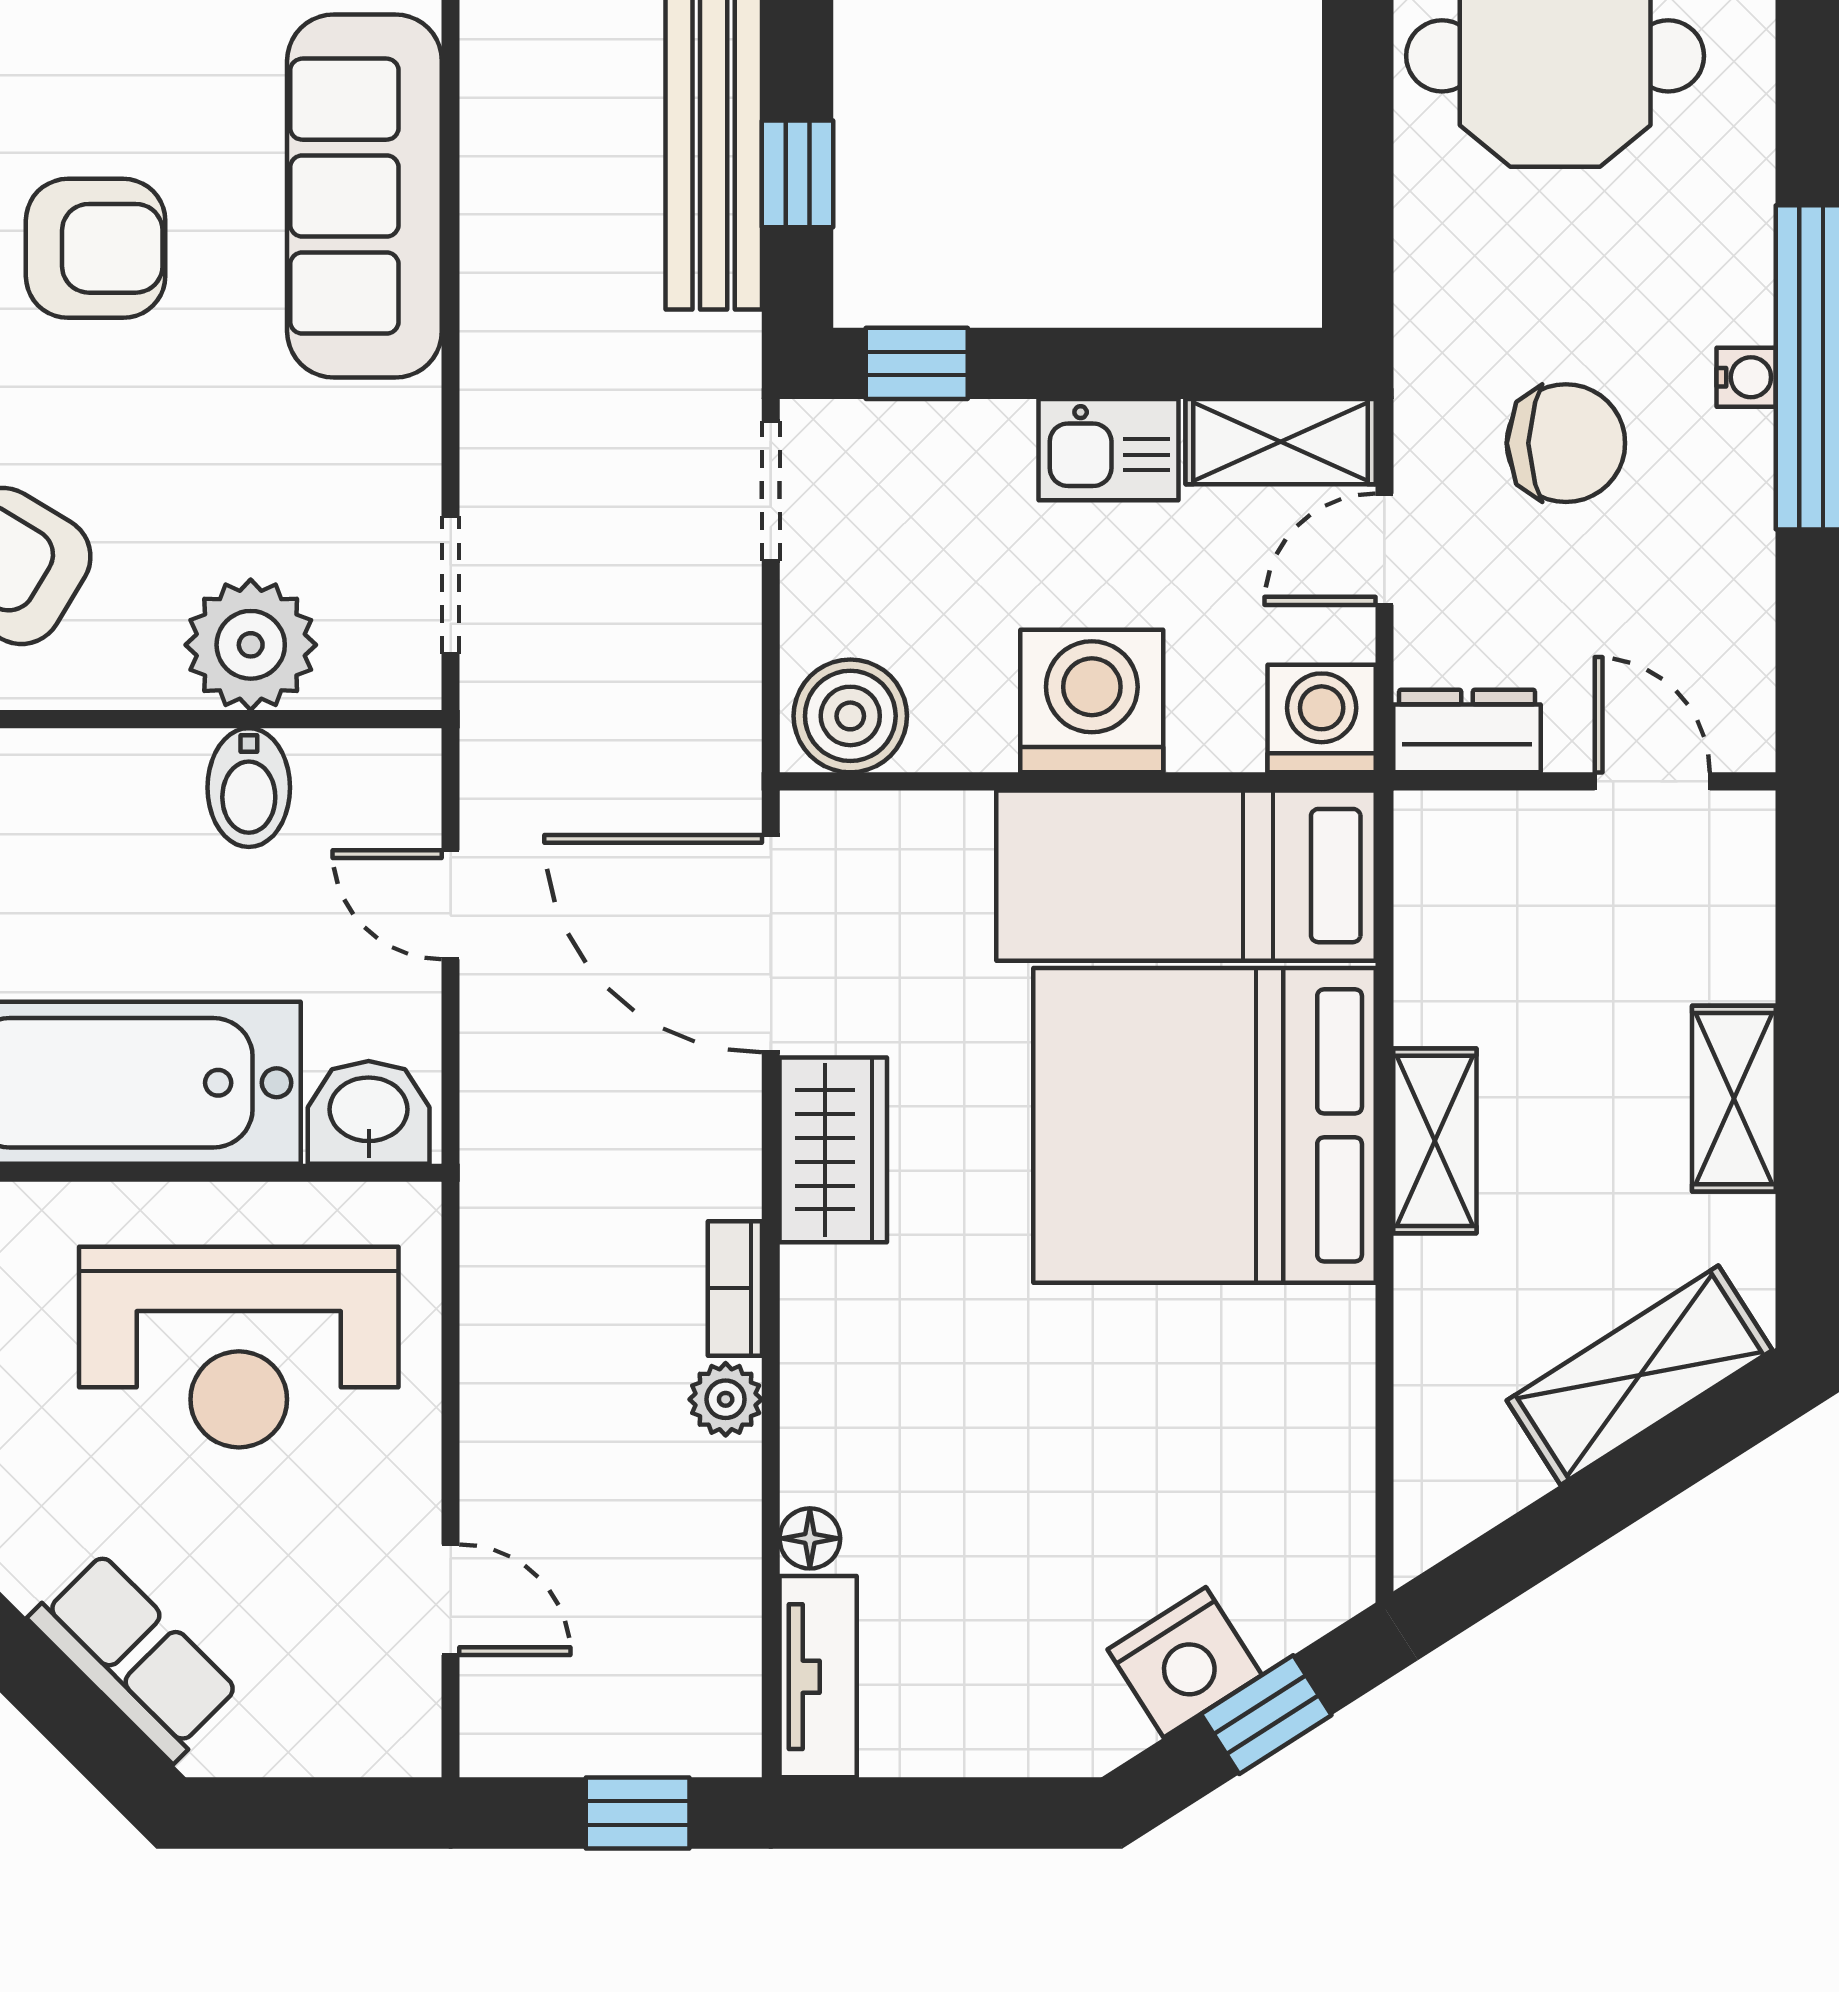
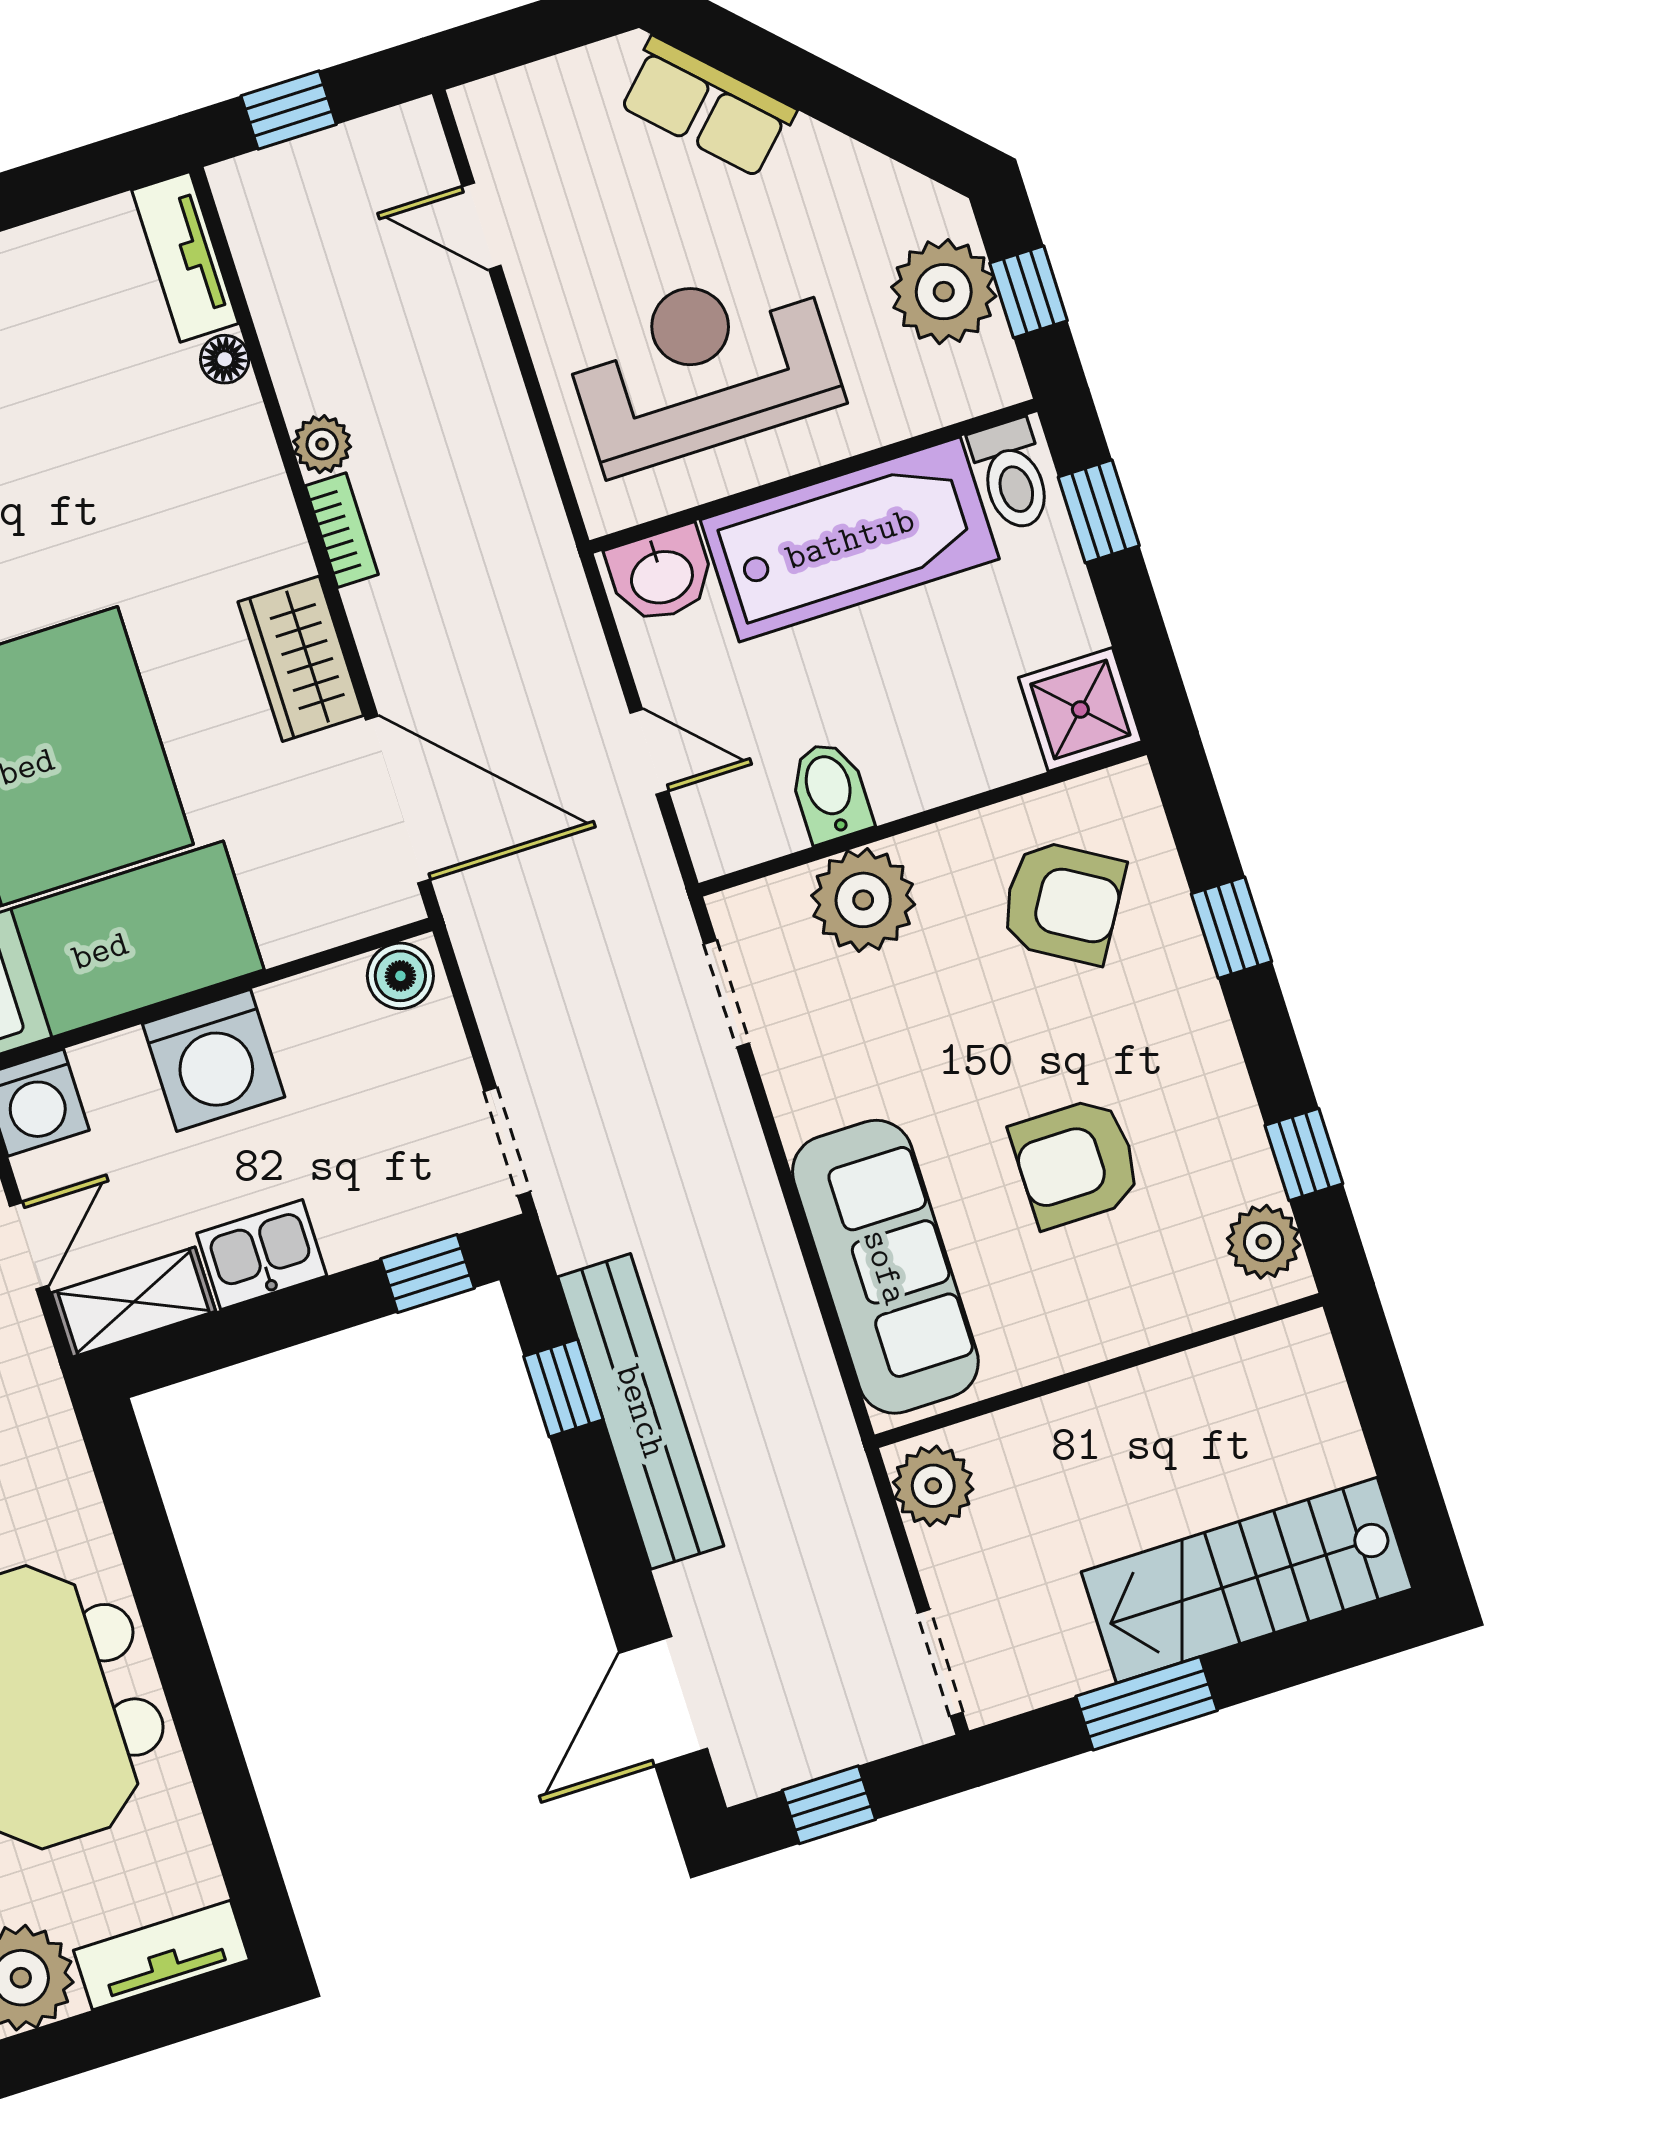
boiler: (850, 716) -> (400, 976), width x0.73, depth x0.73

